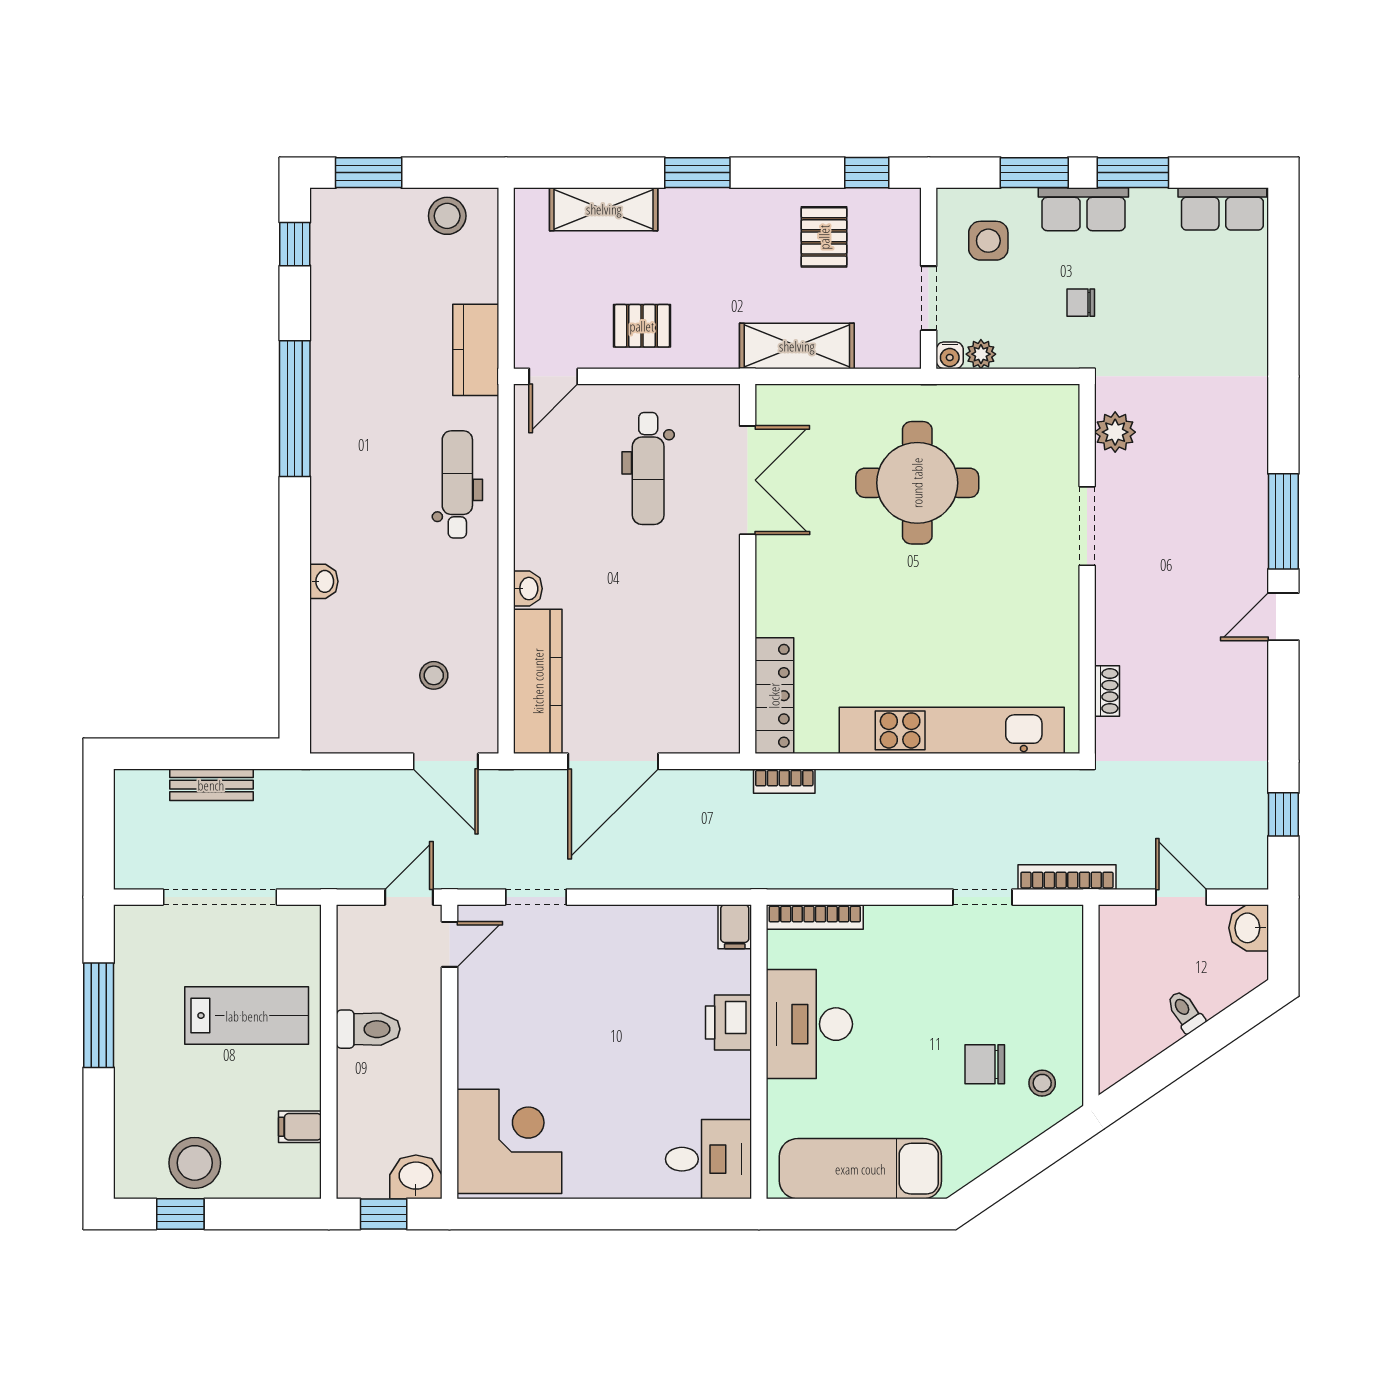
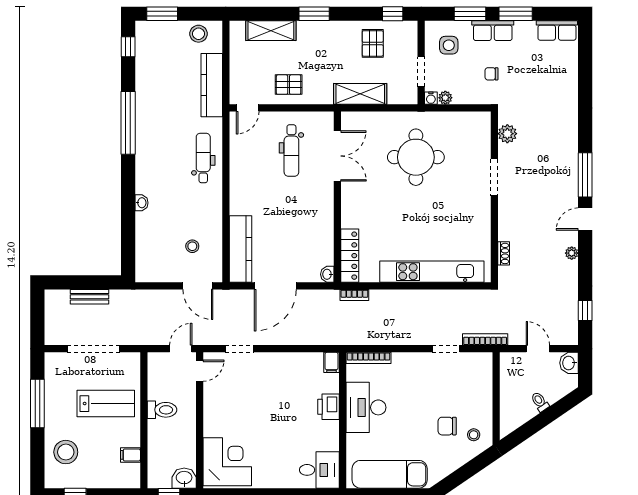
kitchen counter: (476, 350) -> (212, 85), width x1.50
washbasin: (528, 589) -> (327, 274), moved, turned 180
plant: (1254, 690) -> (572, 253), added
stool: (195, 1163) -> (66, 452), moved

